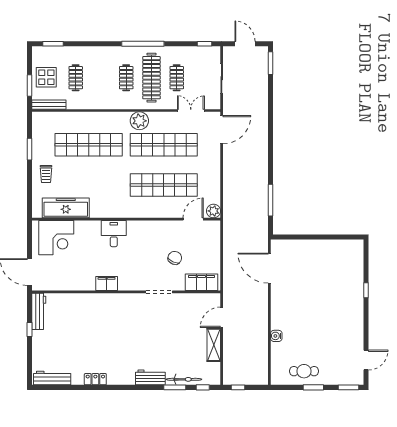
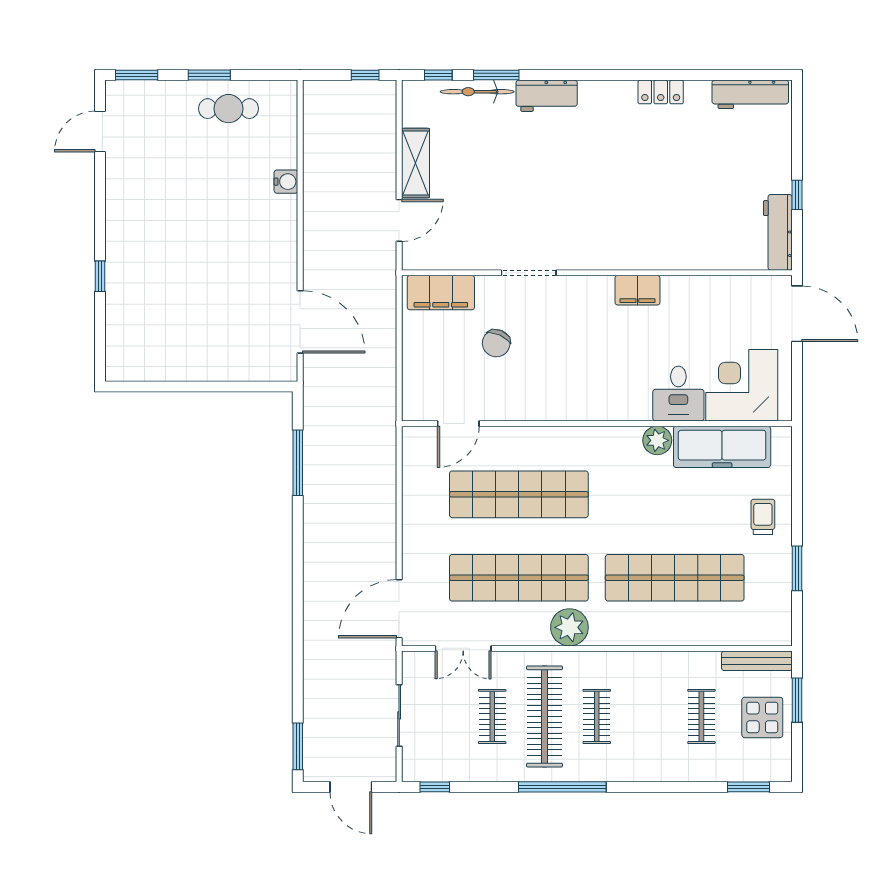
plant: (214, 211) -> (657, 440), moved
desk: (114, 234) -> (678, 394), moved

